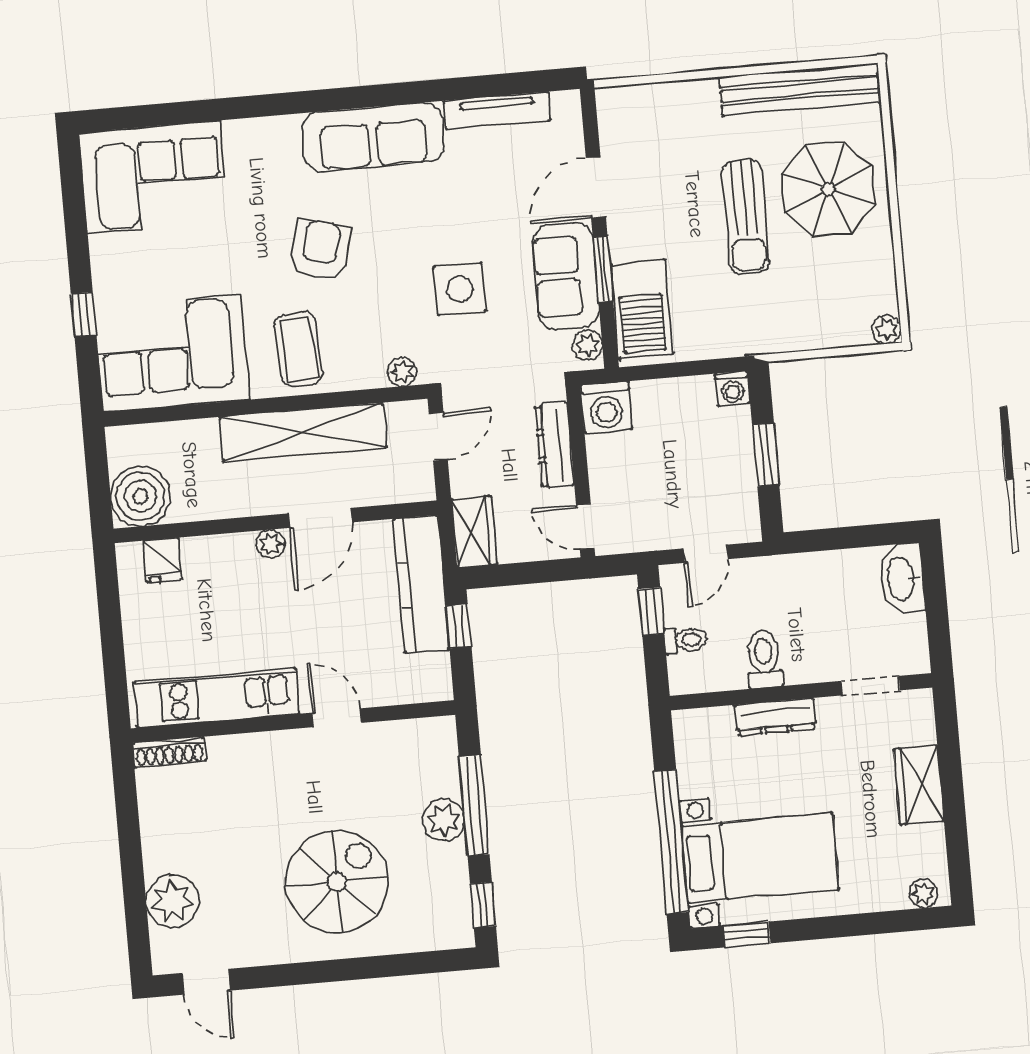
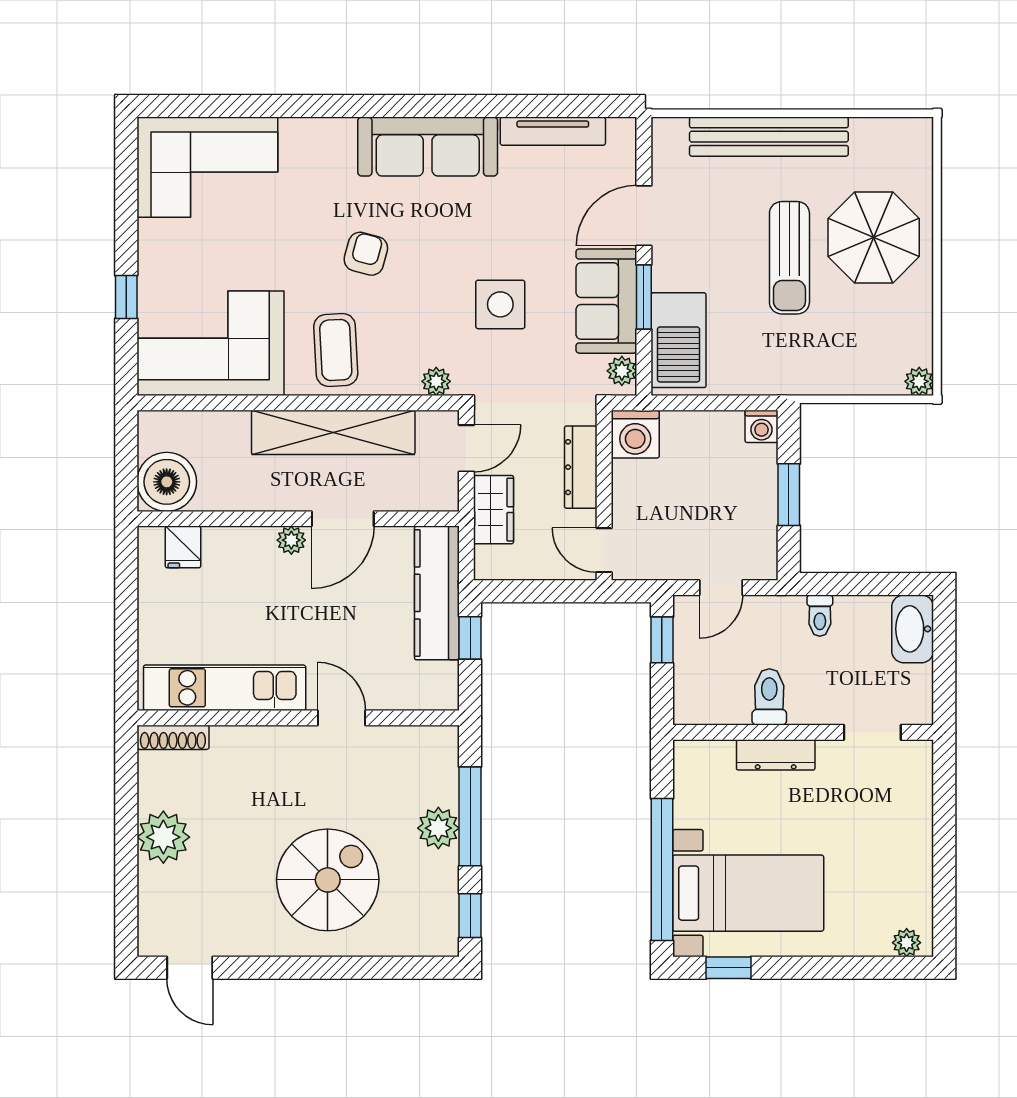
bench: (800, 90) -> (769, 137), moved
armchair: (320, 250) -> (366, 254), width x0.72, depth x0.72
wardrobe: (474, 532) -> (494, 510), moved
toilet: (686, 640) -> (820, 616), moved, turned 90
wardrobe: (919, 785) -> (912, 835), removed
plant: (172, 901) -> (163, 837), moved

